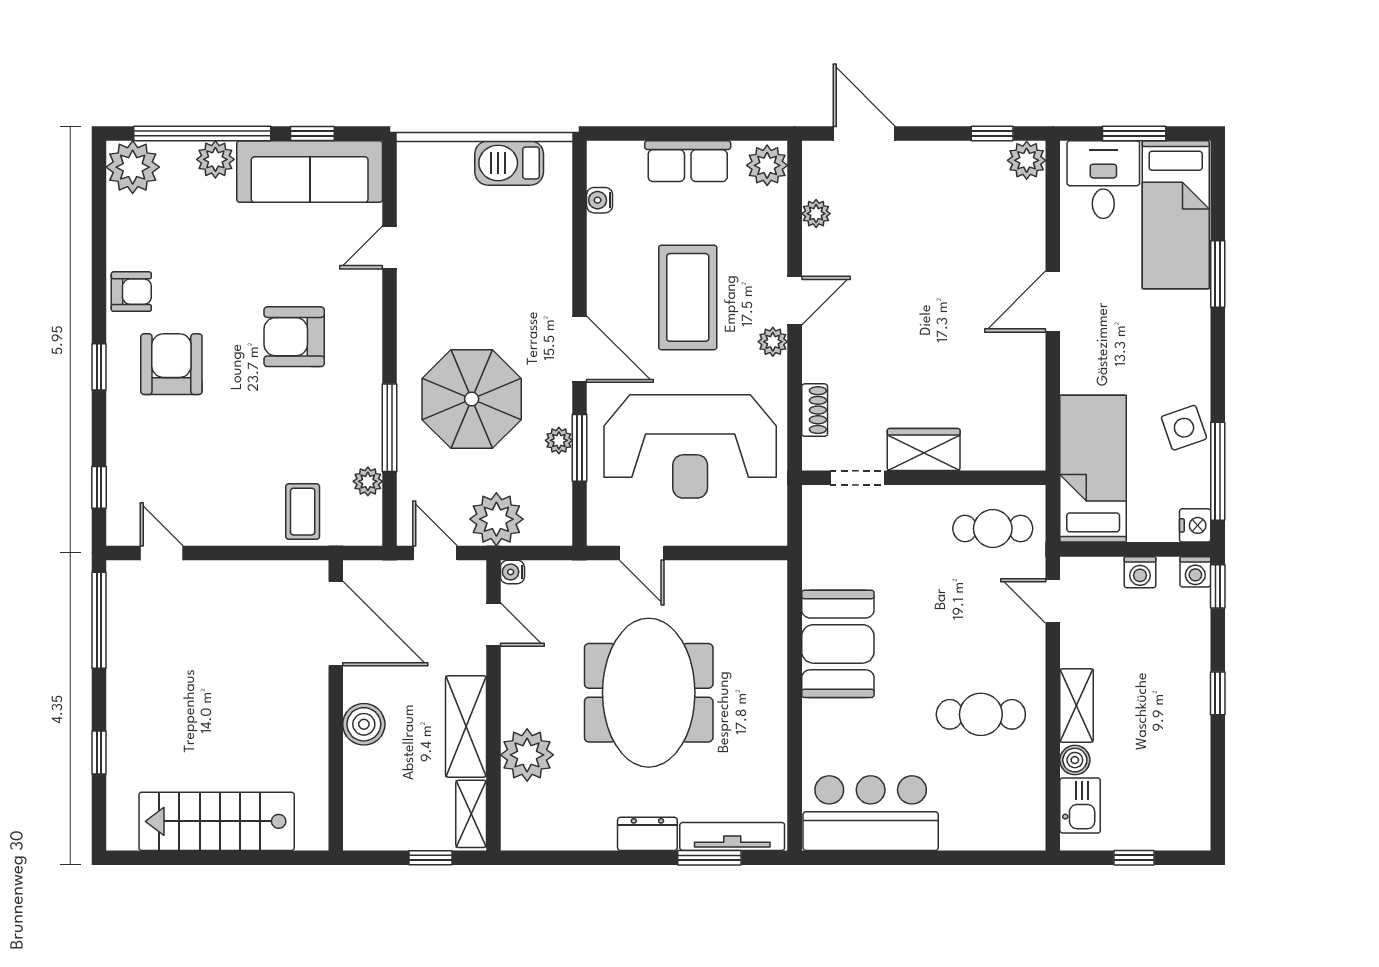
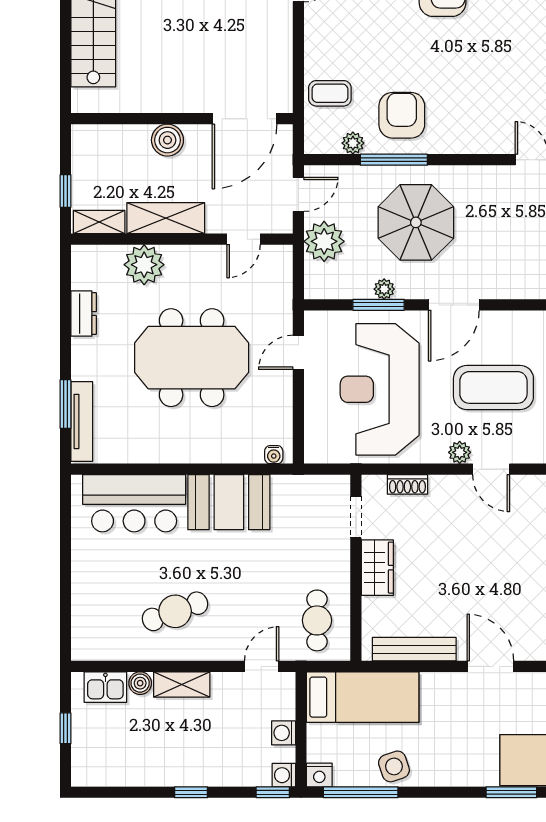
armchair: (294, 337) -> (402, 115), moved
bench: (1030, 401) -> (414, 649), added
water cooler: (512, 572) -> (274, 455), moved, turned 180
cafe table: (981, 714) -> (175, 611), turned 70
bar counter: (871, 813) -> (134, 503), moved, turned 90
dresser: (647, 834) -> (84, 314), moved

